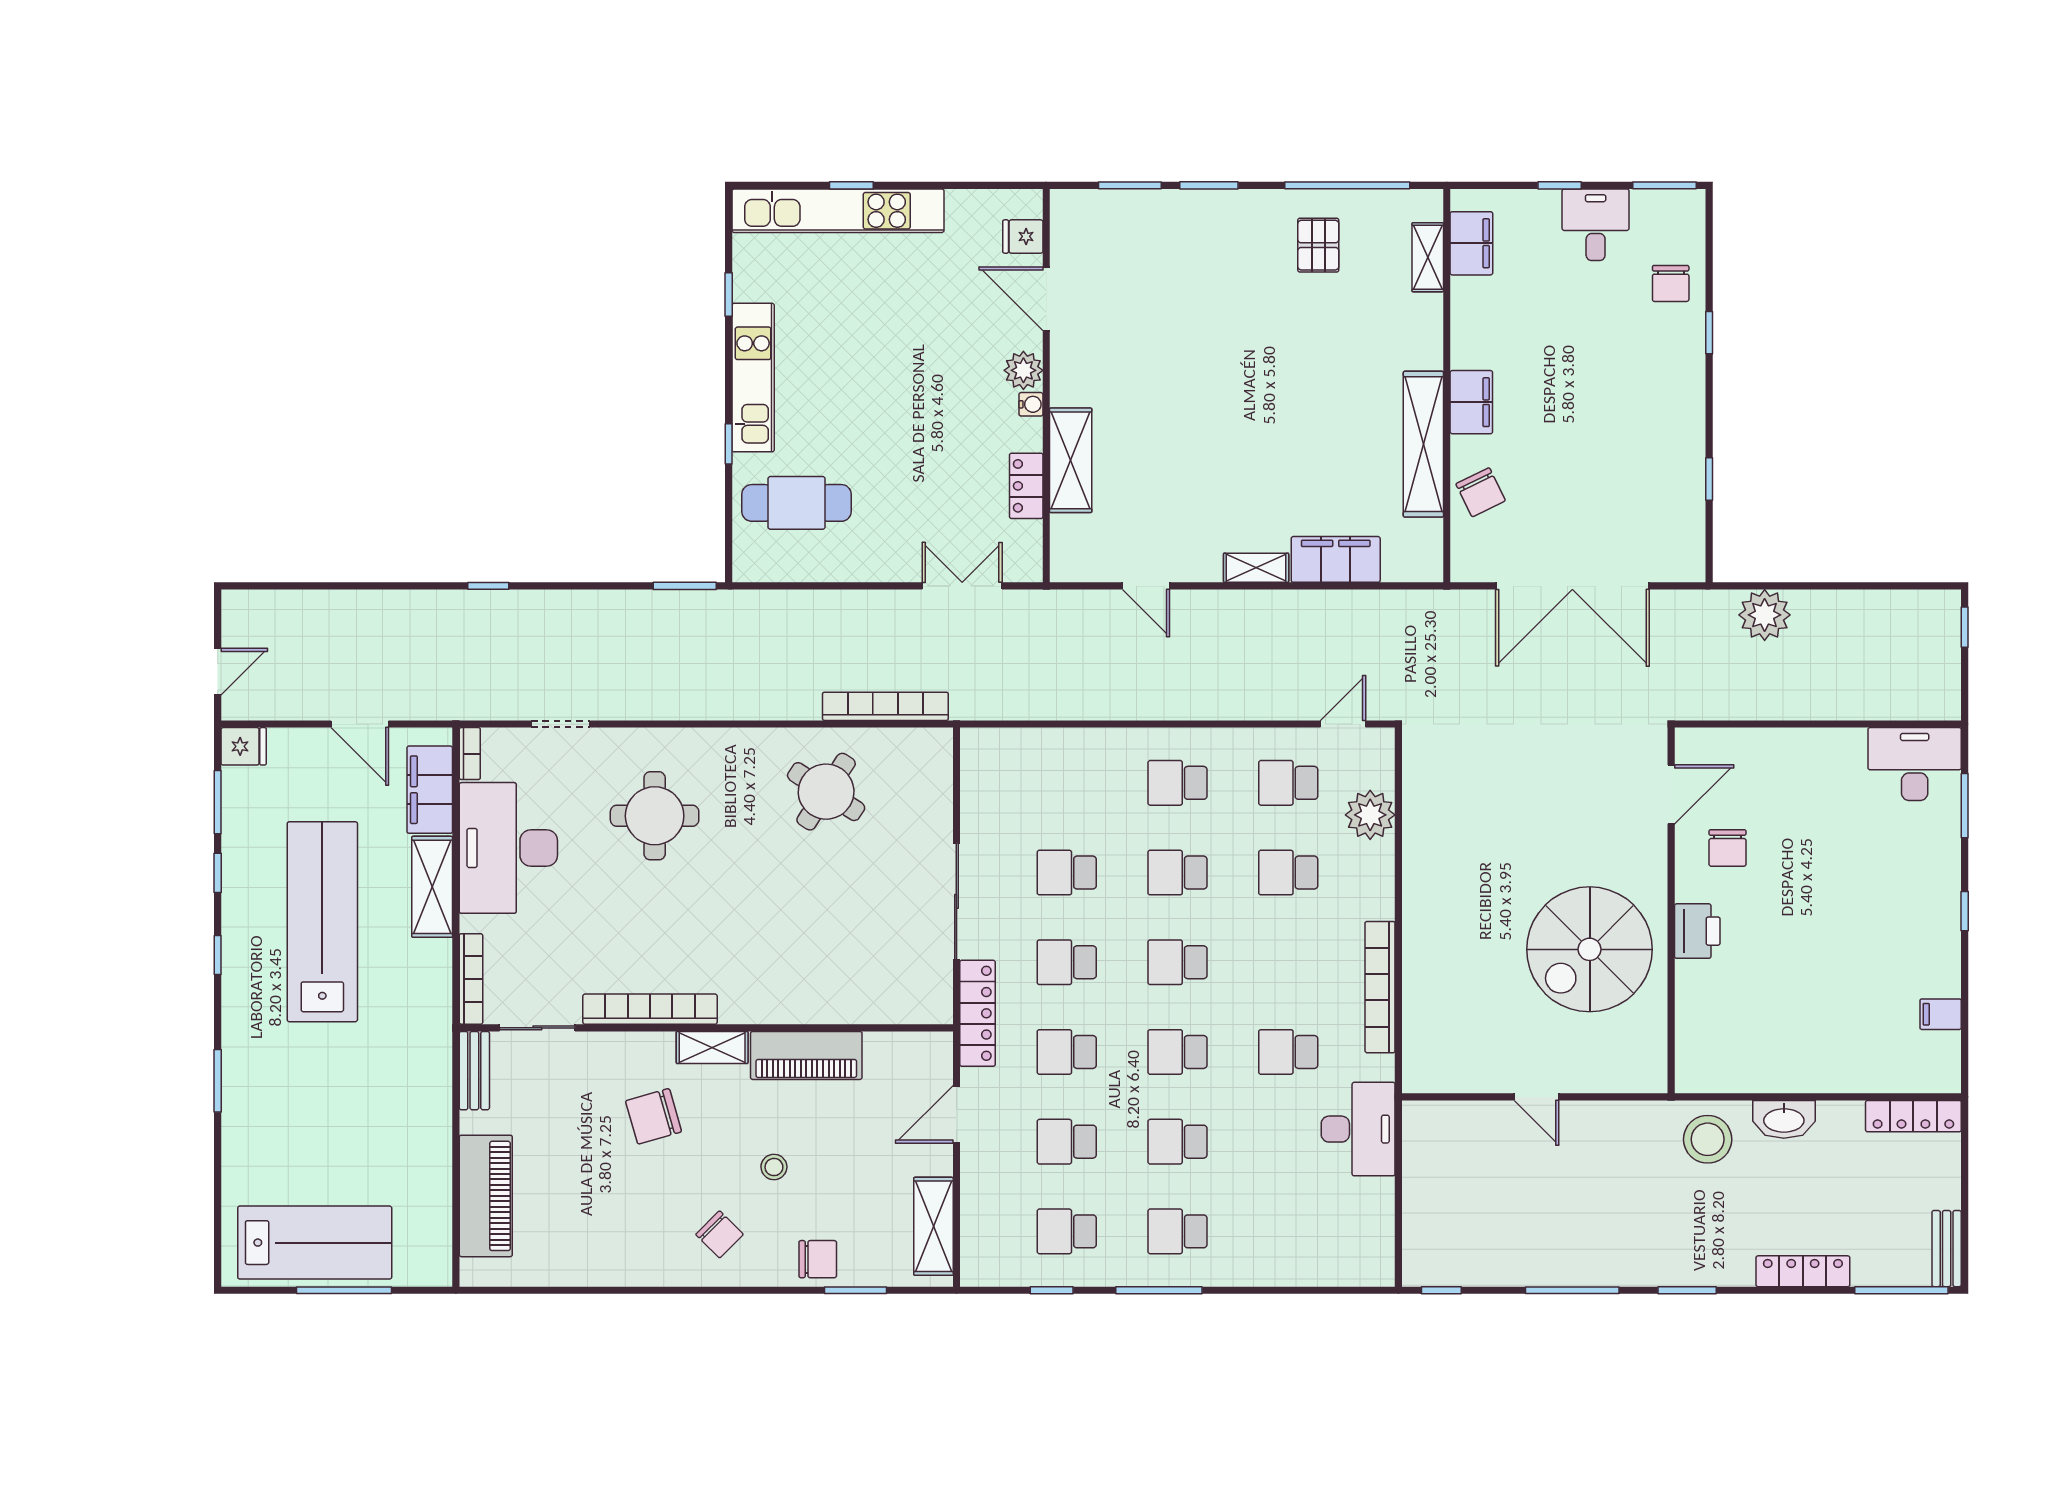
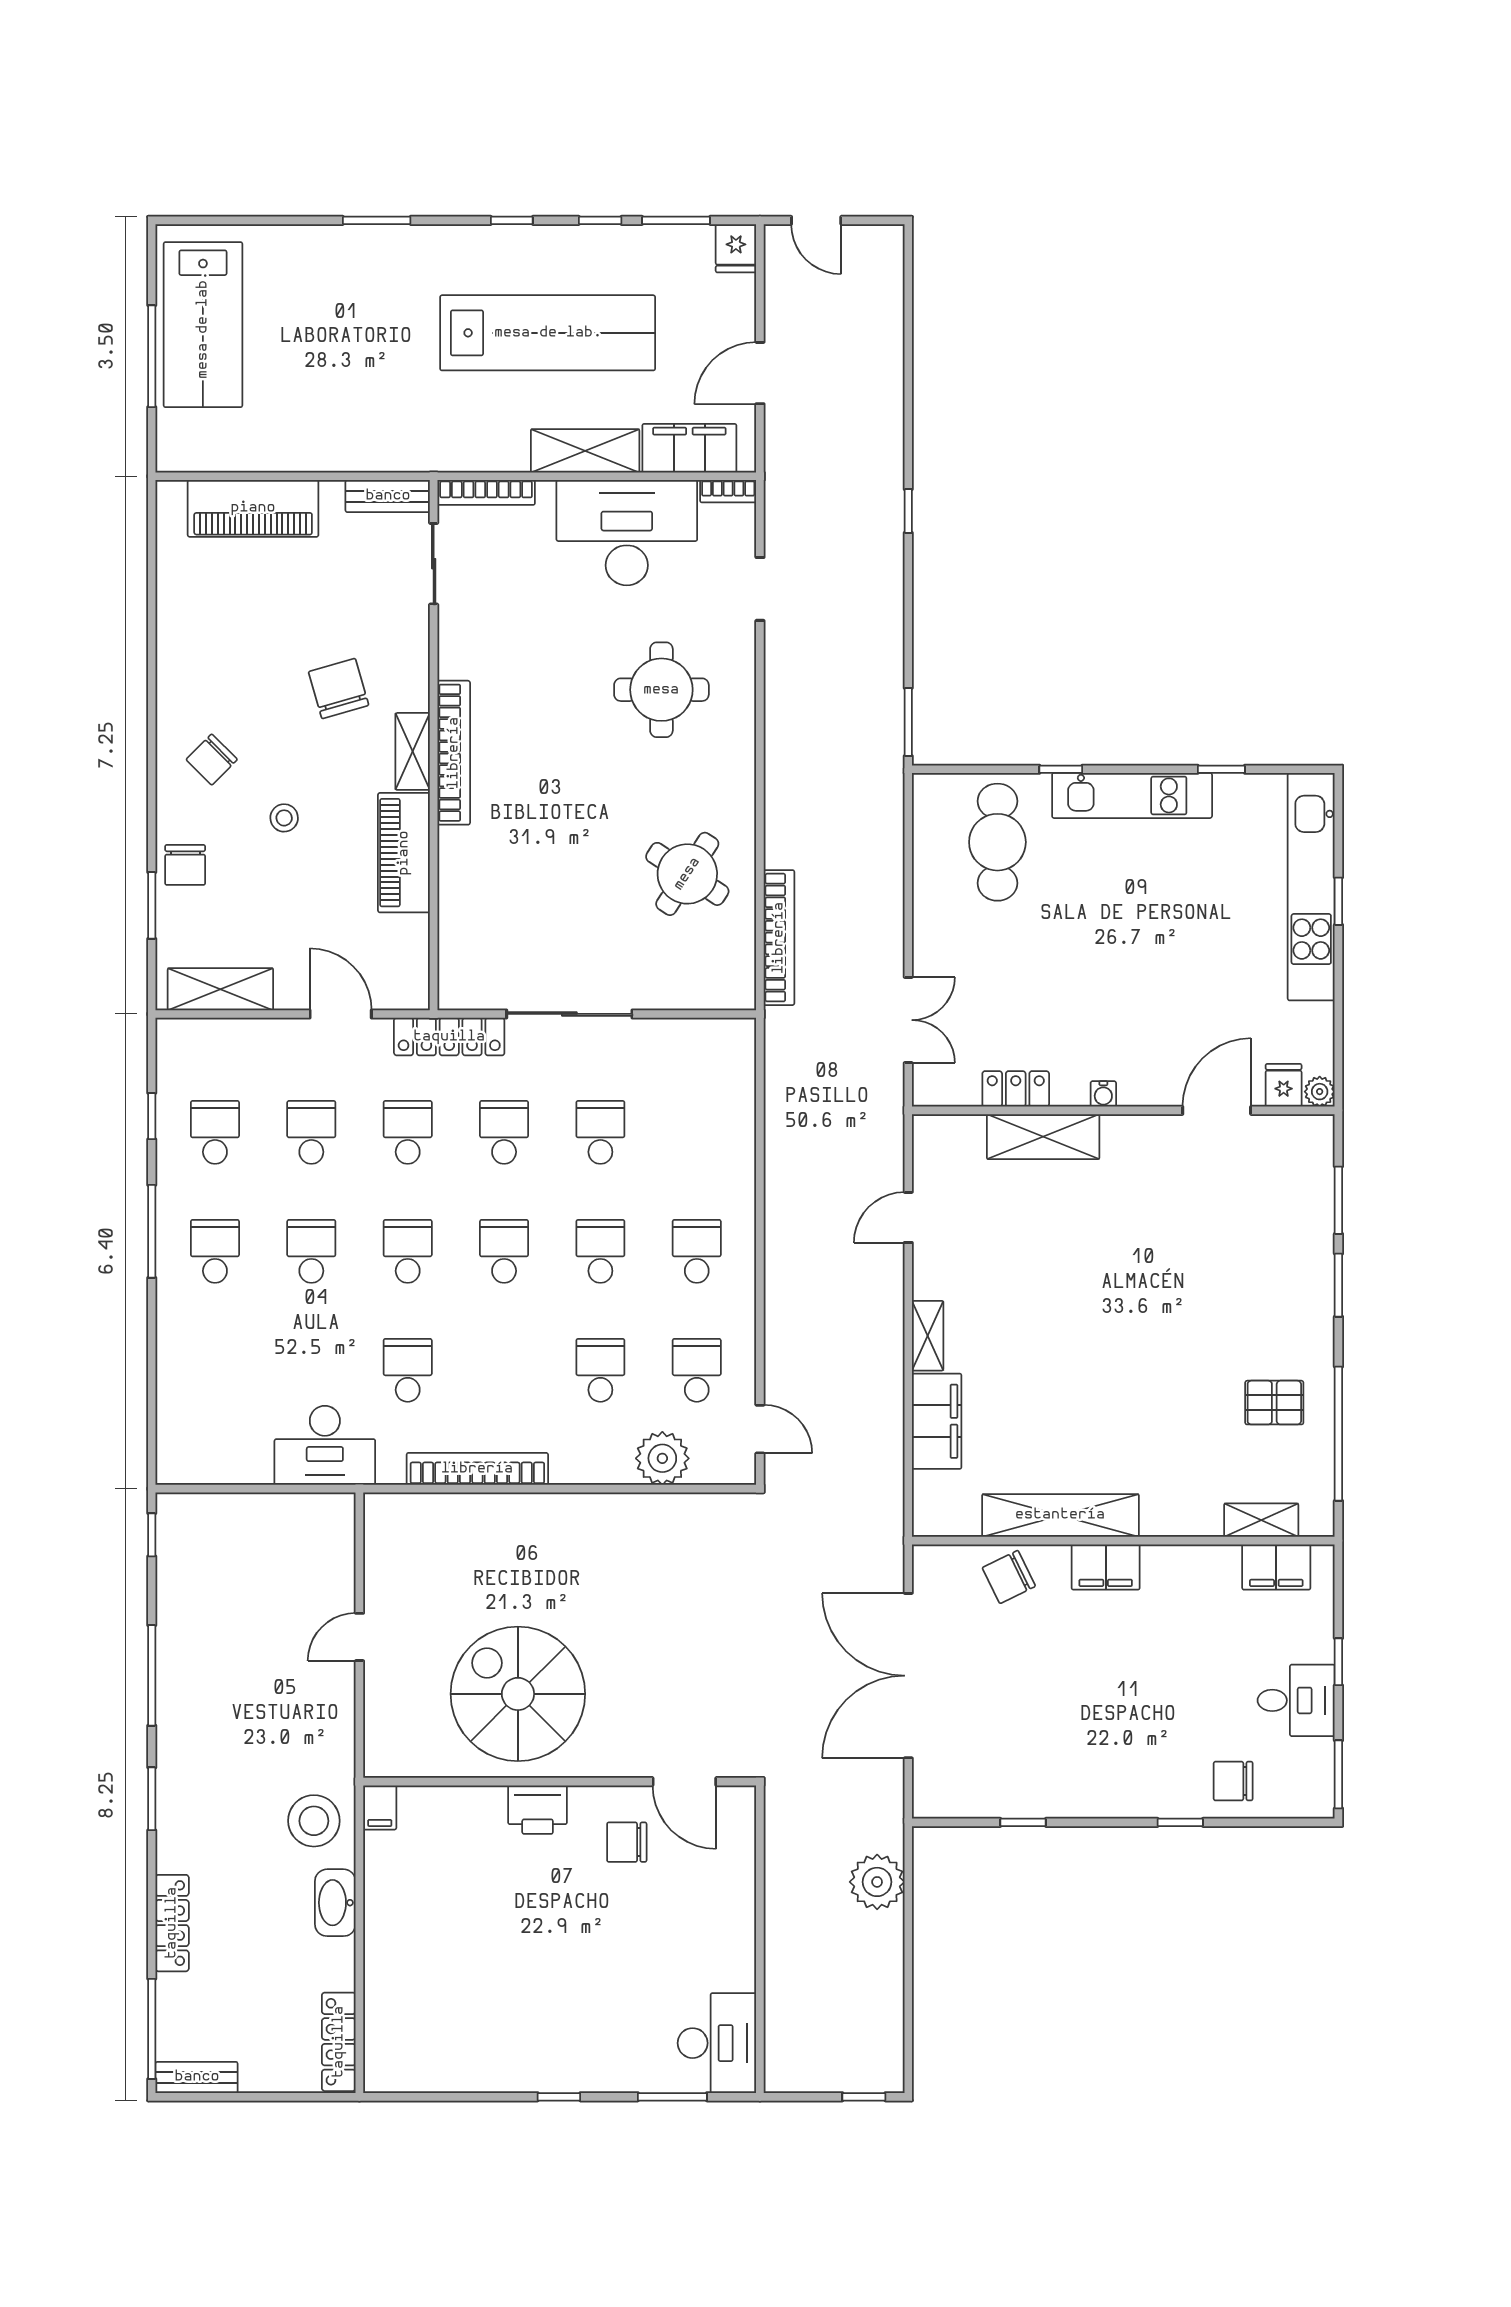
plant: (1023, 370) -> (1320, 1092), moved, width x0.73, depth x0.73
bookcase: (650, 1009) -> (454, 753), moved
filing cabinet: (1941, 1014) -> (380, 1807), moved, turned 180

